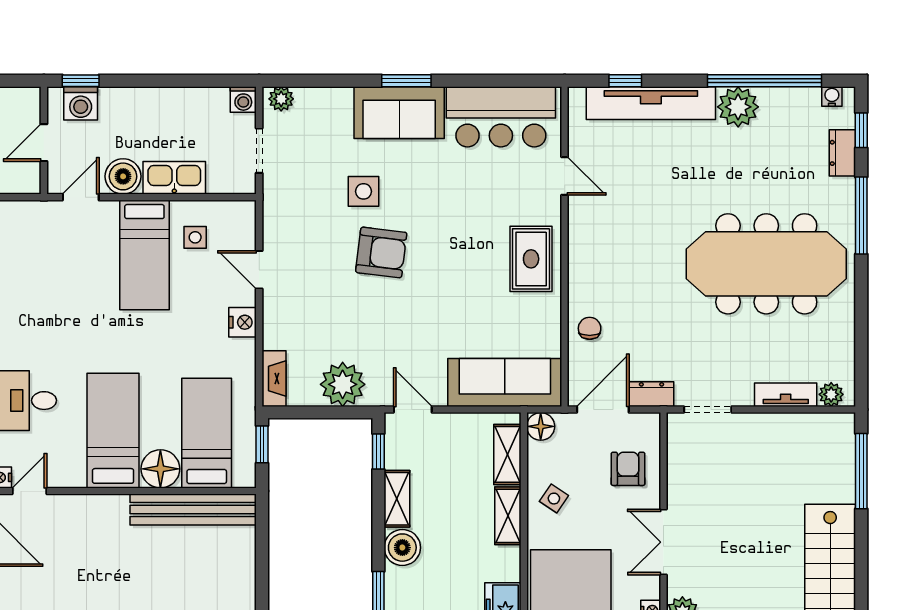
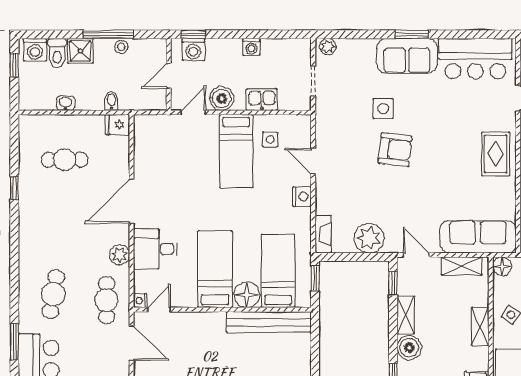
washing machine: (243, 99) -> (251, 47), moved
kitchen sink: (174, 178) -> (262, 99), width x0.73
shelving: (507, 454) -> (462, 266), moved, turned 90

